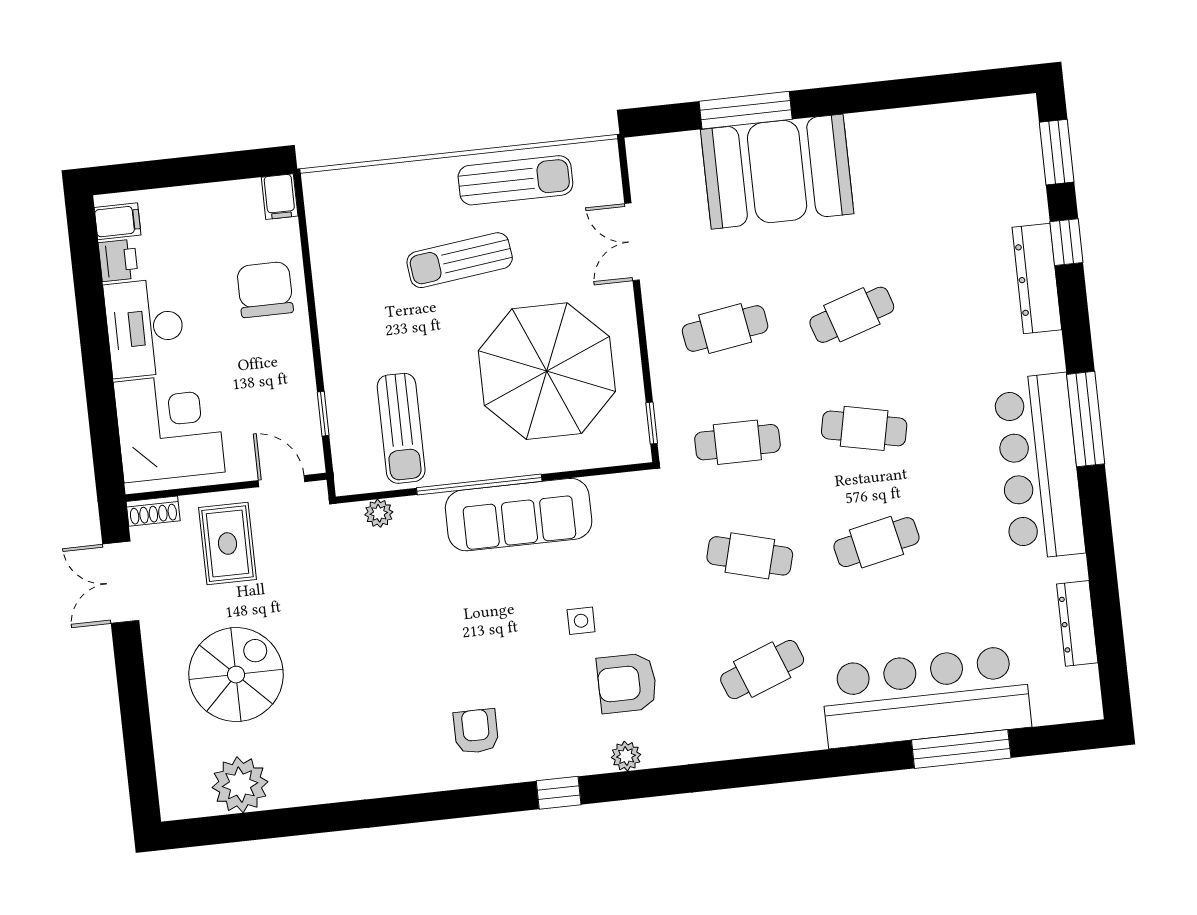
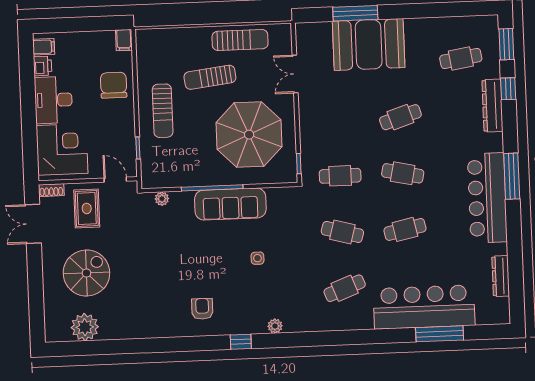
cafe table: (725, 329) -> (461, 58), moved
sun lounger: (401, 428) -> (163, 111), moved
armchair: (627, 683) -> (278, 290), removed

